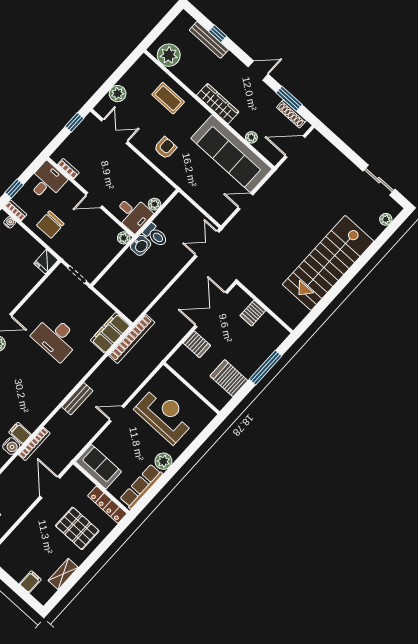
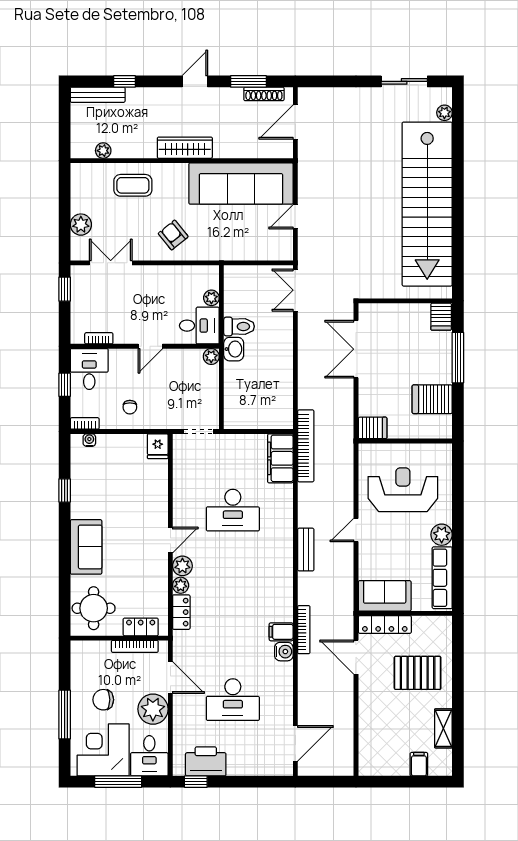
bench: (209, 40) -> (98, 95), moved
plant: (169, 55) -> (103, 151), width x0.53, depth x0.53
plant: (251, 137) -> (246, 151), removed
armchair: (165, 148) -> (173, 235), turned -39
window: (14, 189) -> (65, 385), moved
chair: (50, 225) -> (130, 407), width x0.54, depth x0.54
stairs: (328, 263) -> (427, 204), width x1.36
server rack: (253, 313) -> (441, 317), moved
server rack: (197, 344) -> (373, 428), moved
locker: (107, 505) -> (385, 624), moved

